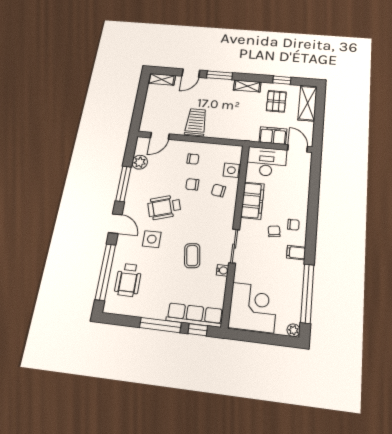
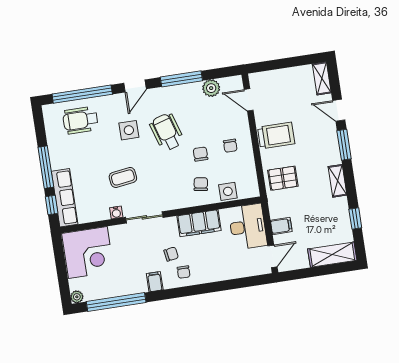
pallet: (276, 101) -> (283, 178), moved
filing cabinet: (273, 136) -> (281, 226), width x0.50

